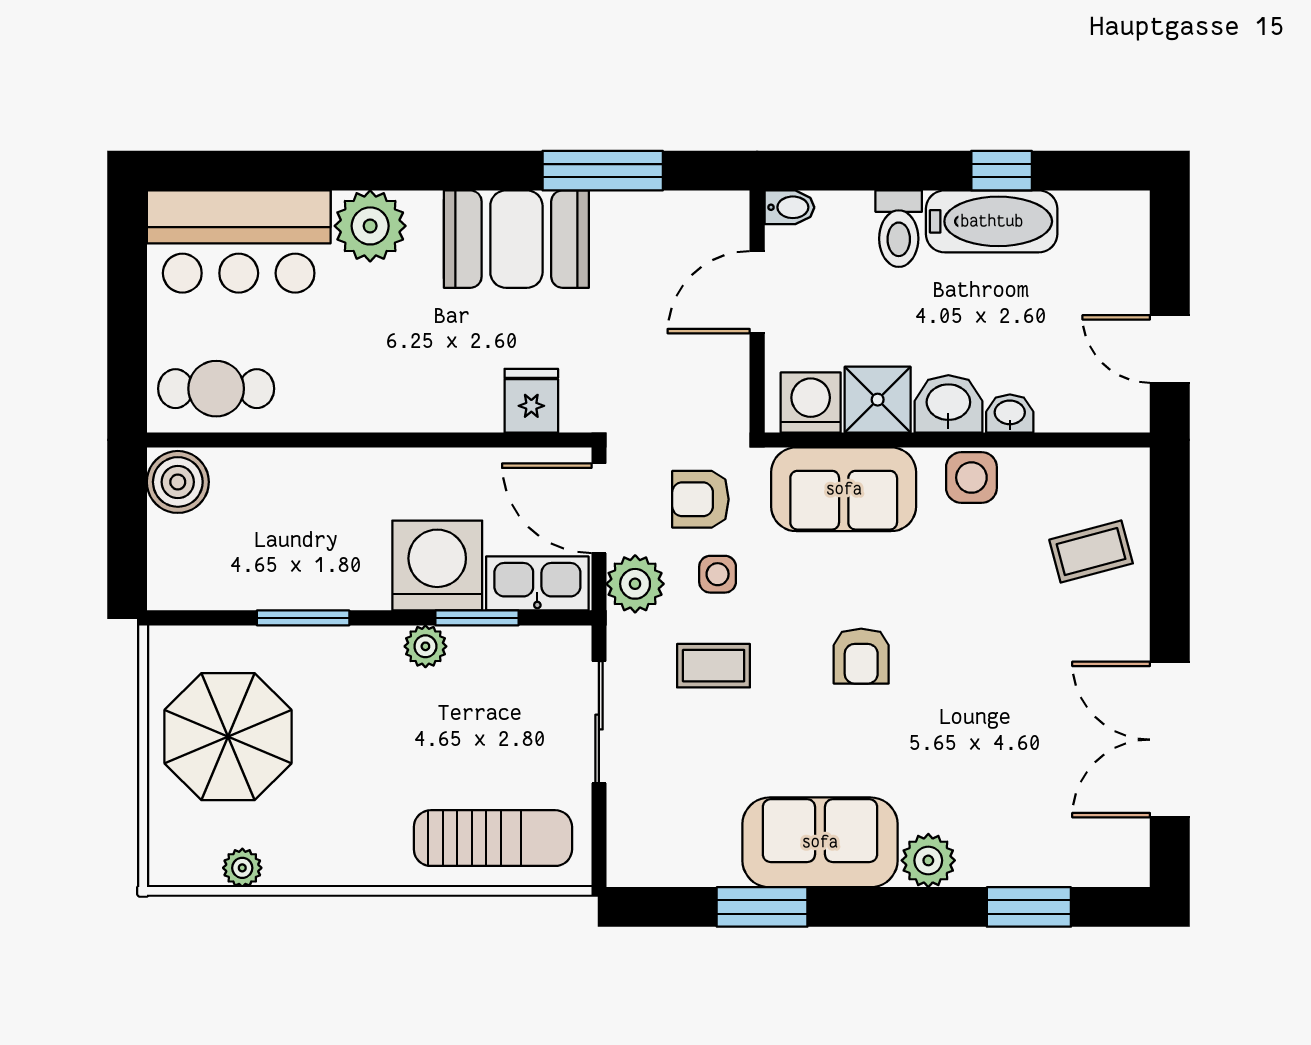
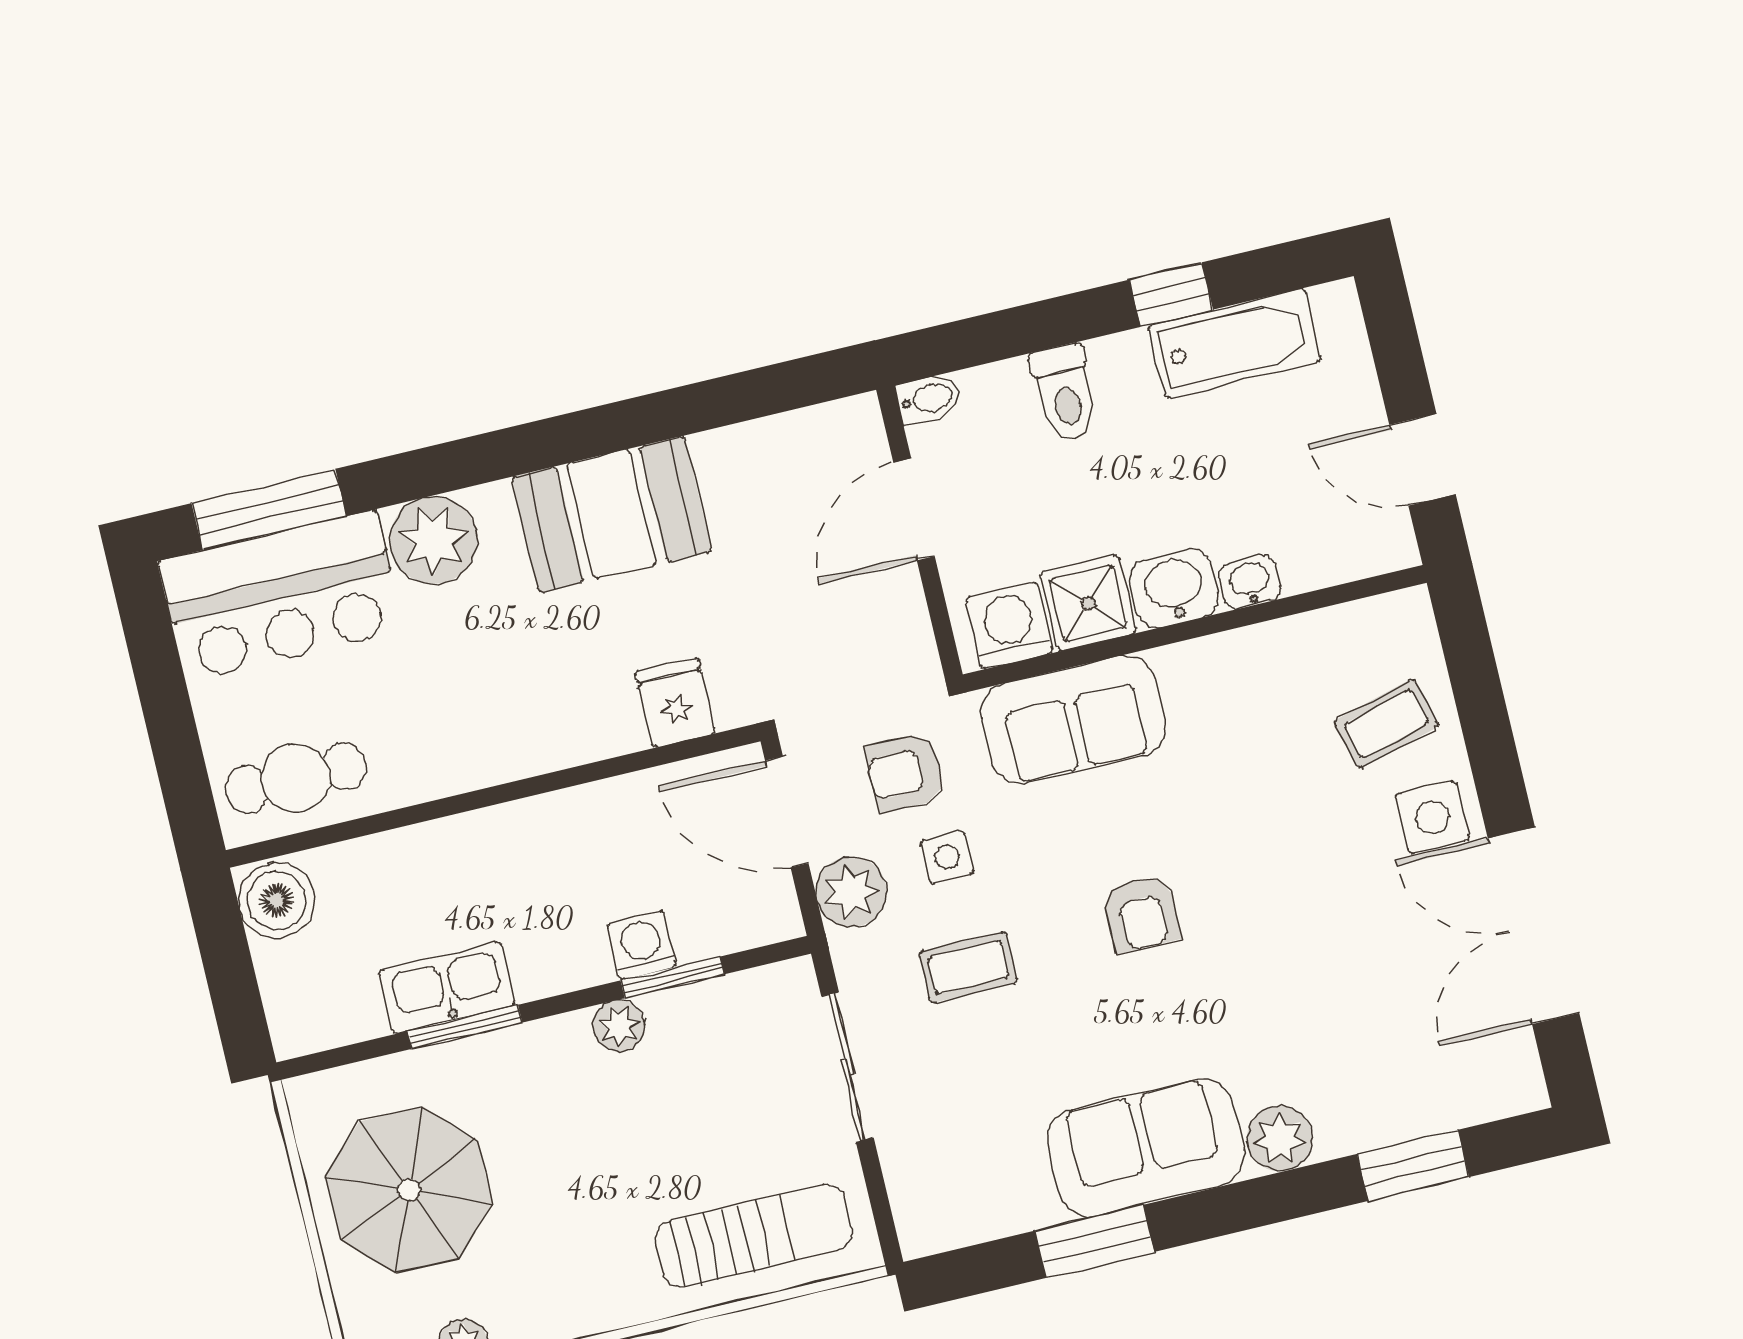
window: (603, 171) -> (269, 510), moved
bathtub: (992, 221) -> (1235, 343), moved
side table: (971, 478) -> (1432, 817), moved
washing machine: (437, 566) -> (641, 945), width x0.53, depth x0.53
kitchen sink: (537, 583) -> (447, 988), moved

